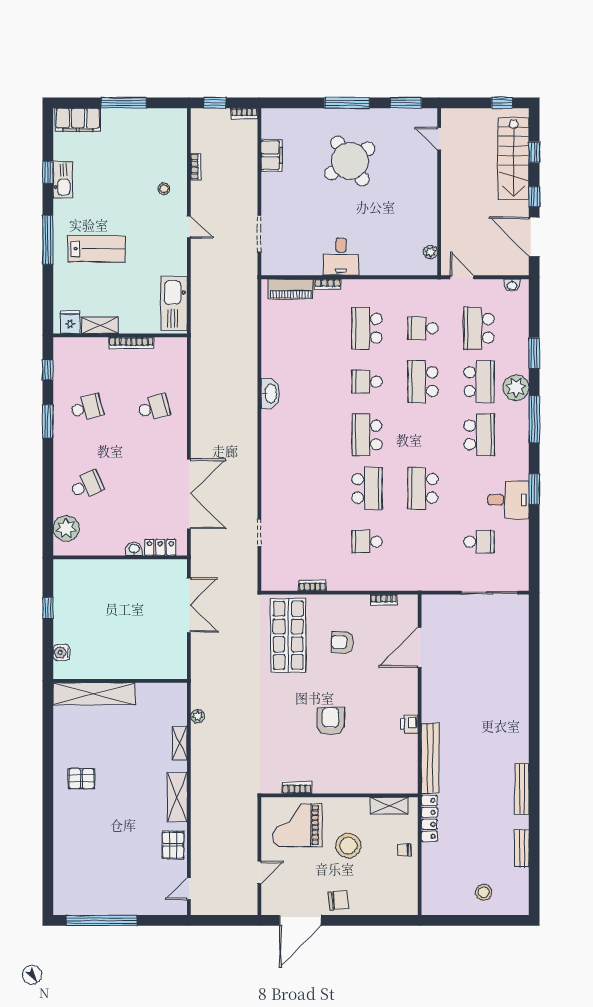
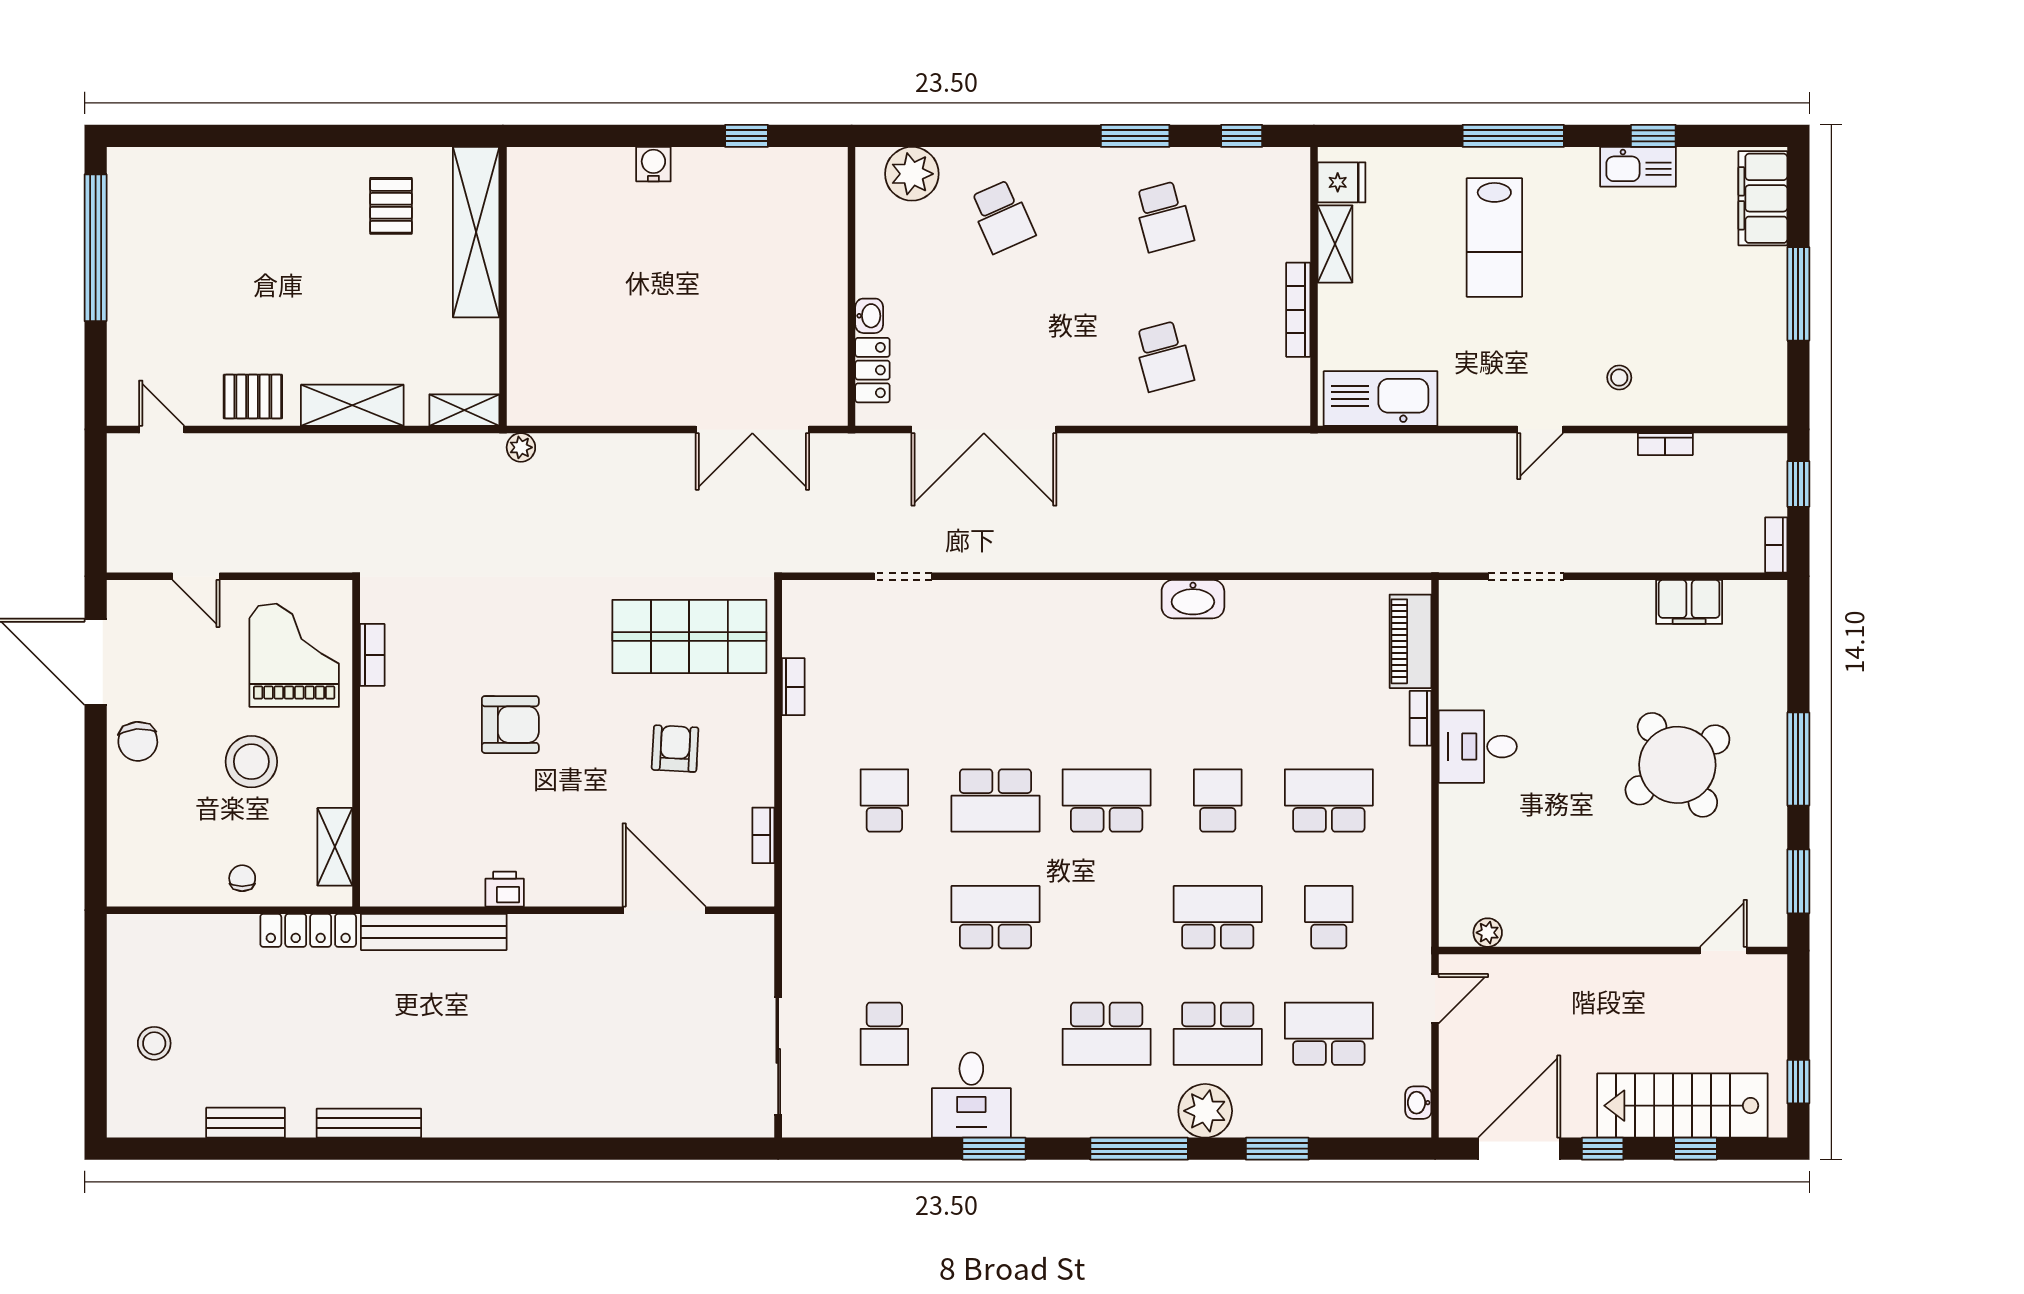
wall: (120, 681) -> (503, 286), moved
shelving: (94, 694) -> (476, 232), moved

